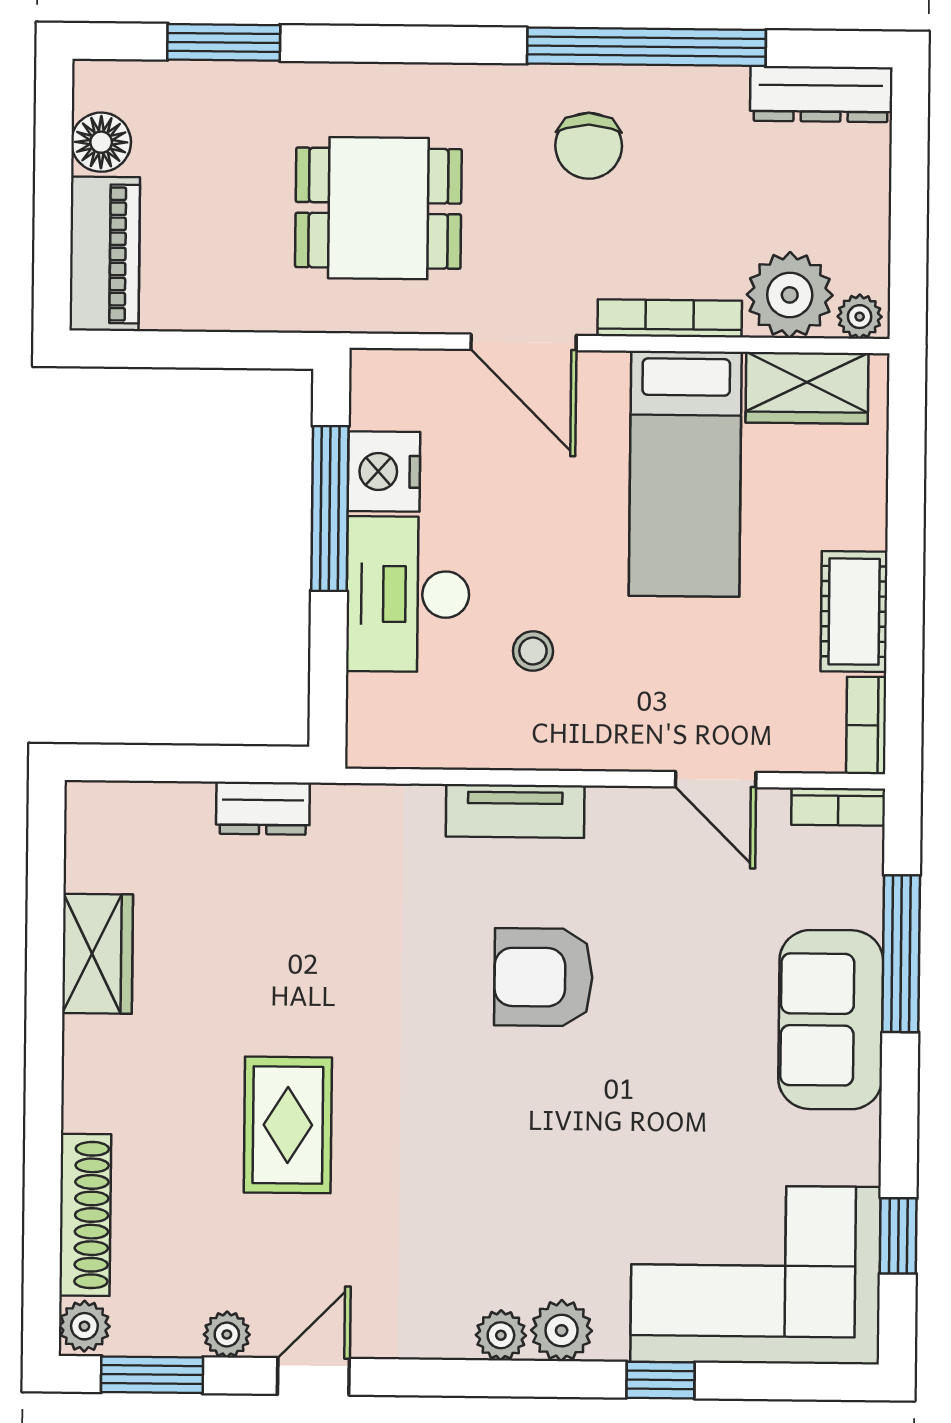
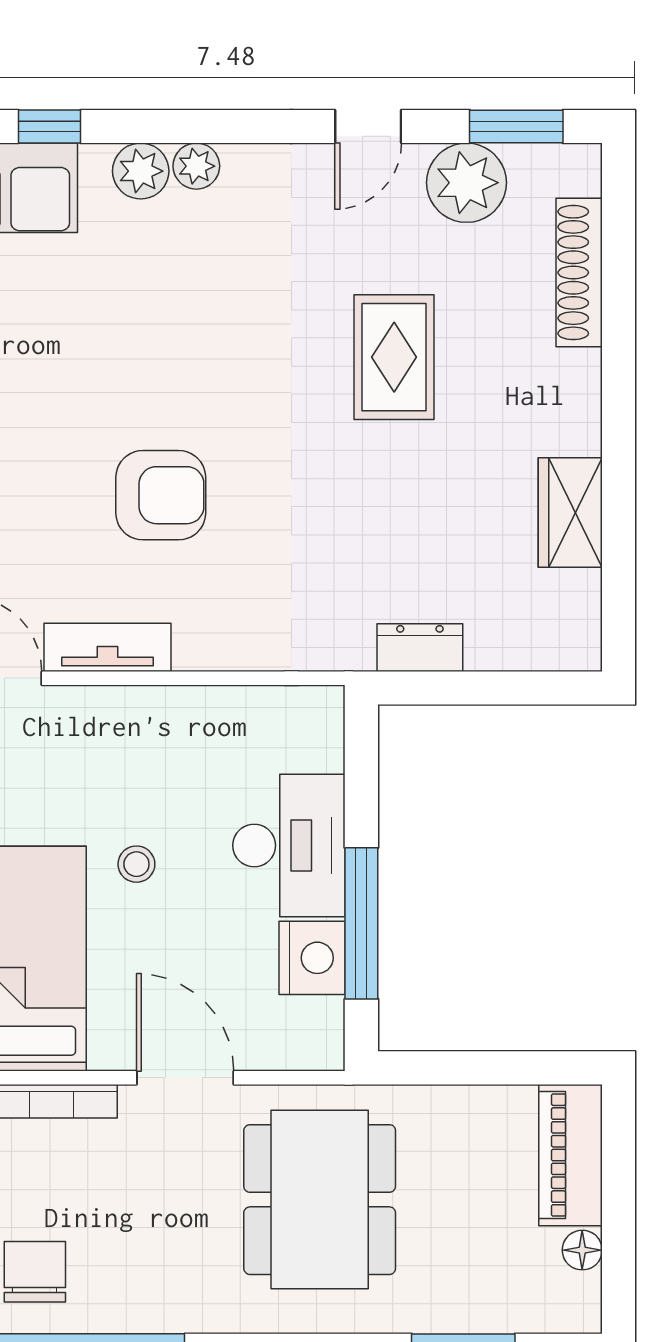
floor lamp: (101, 142) -> (582, 1250), width x0.73, depth x0.73
chair: (589, 146) -> (35, 1272), moved
dining table: (378, 208) -> (320, 1200), width x1.38
stool: (533, 651) -> (136, 864), moved
tv unit: (515, 811) -> (107, 647), moved
plant: (84, 1326) -> (579, 170), removed
plant: (227, 1334) -> (467, 183), width x1.87, depth x1.87

